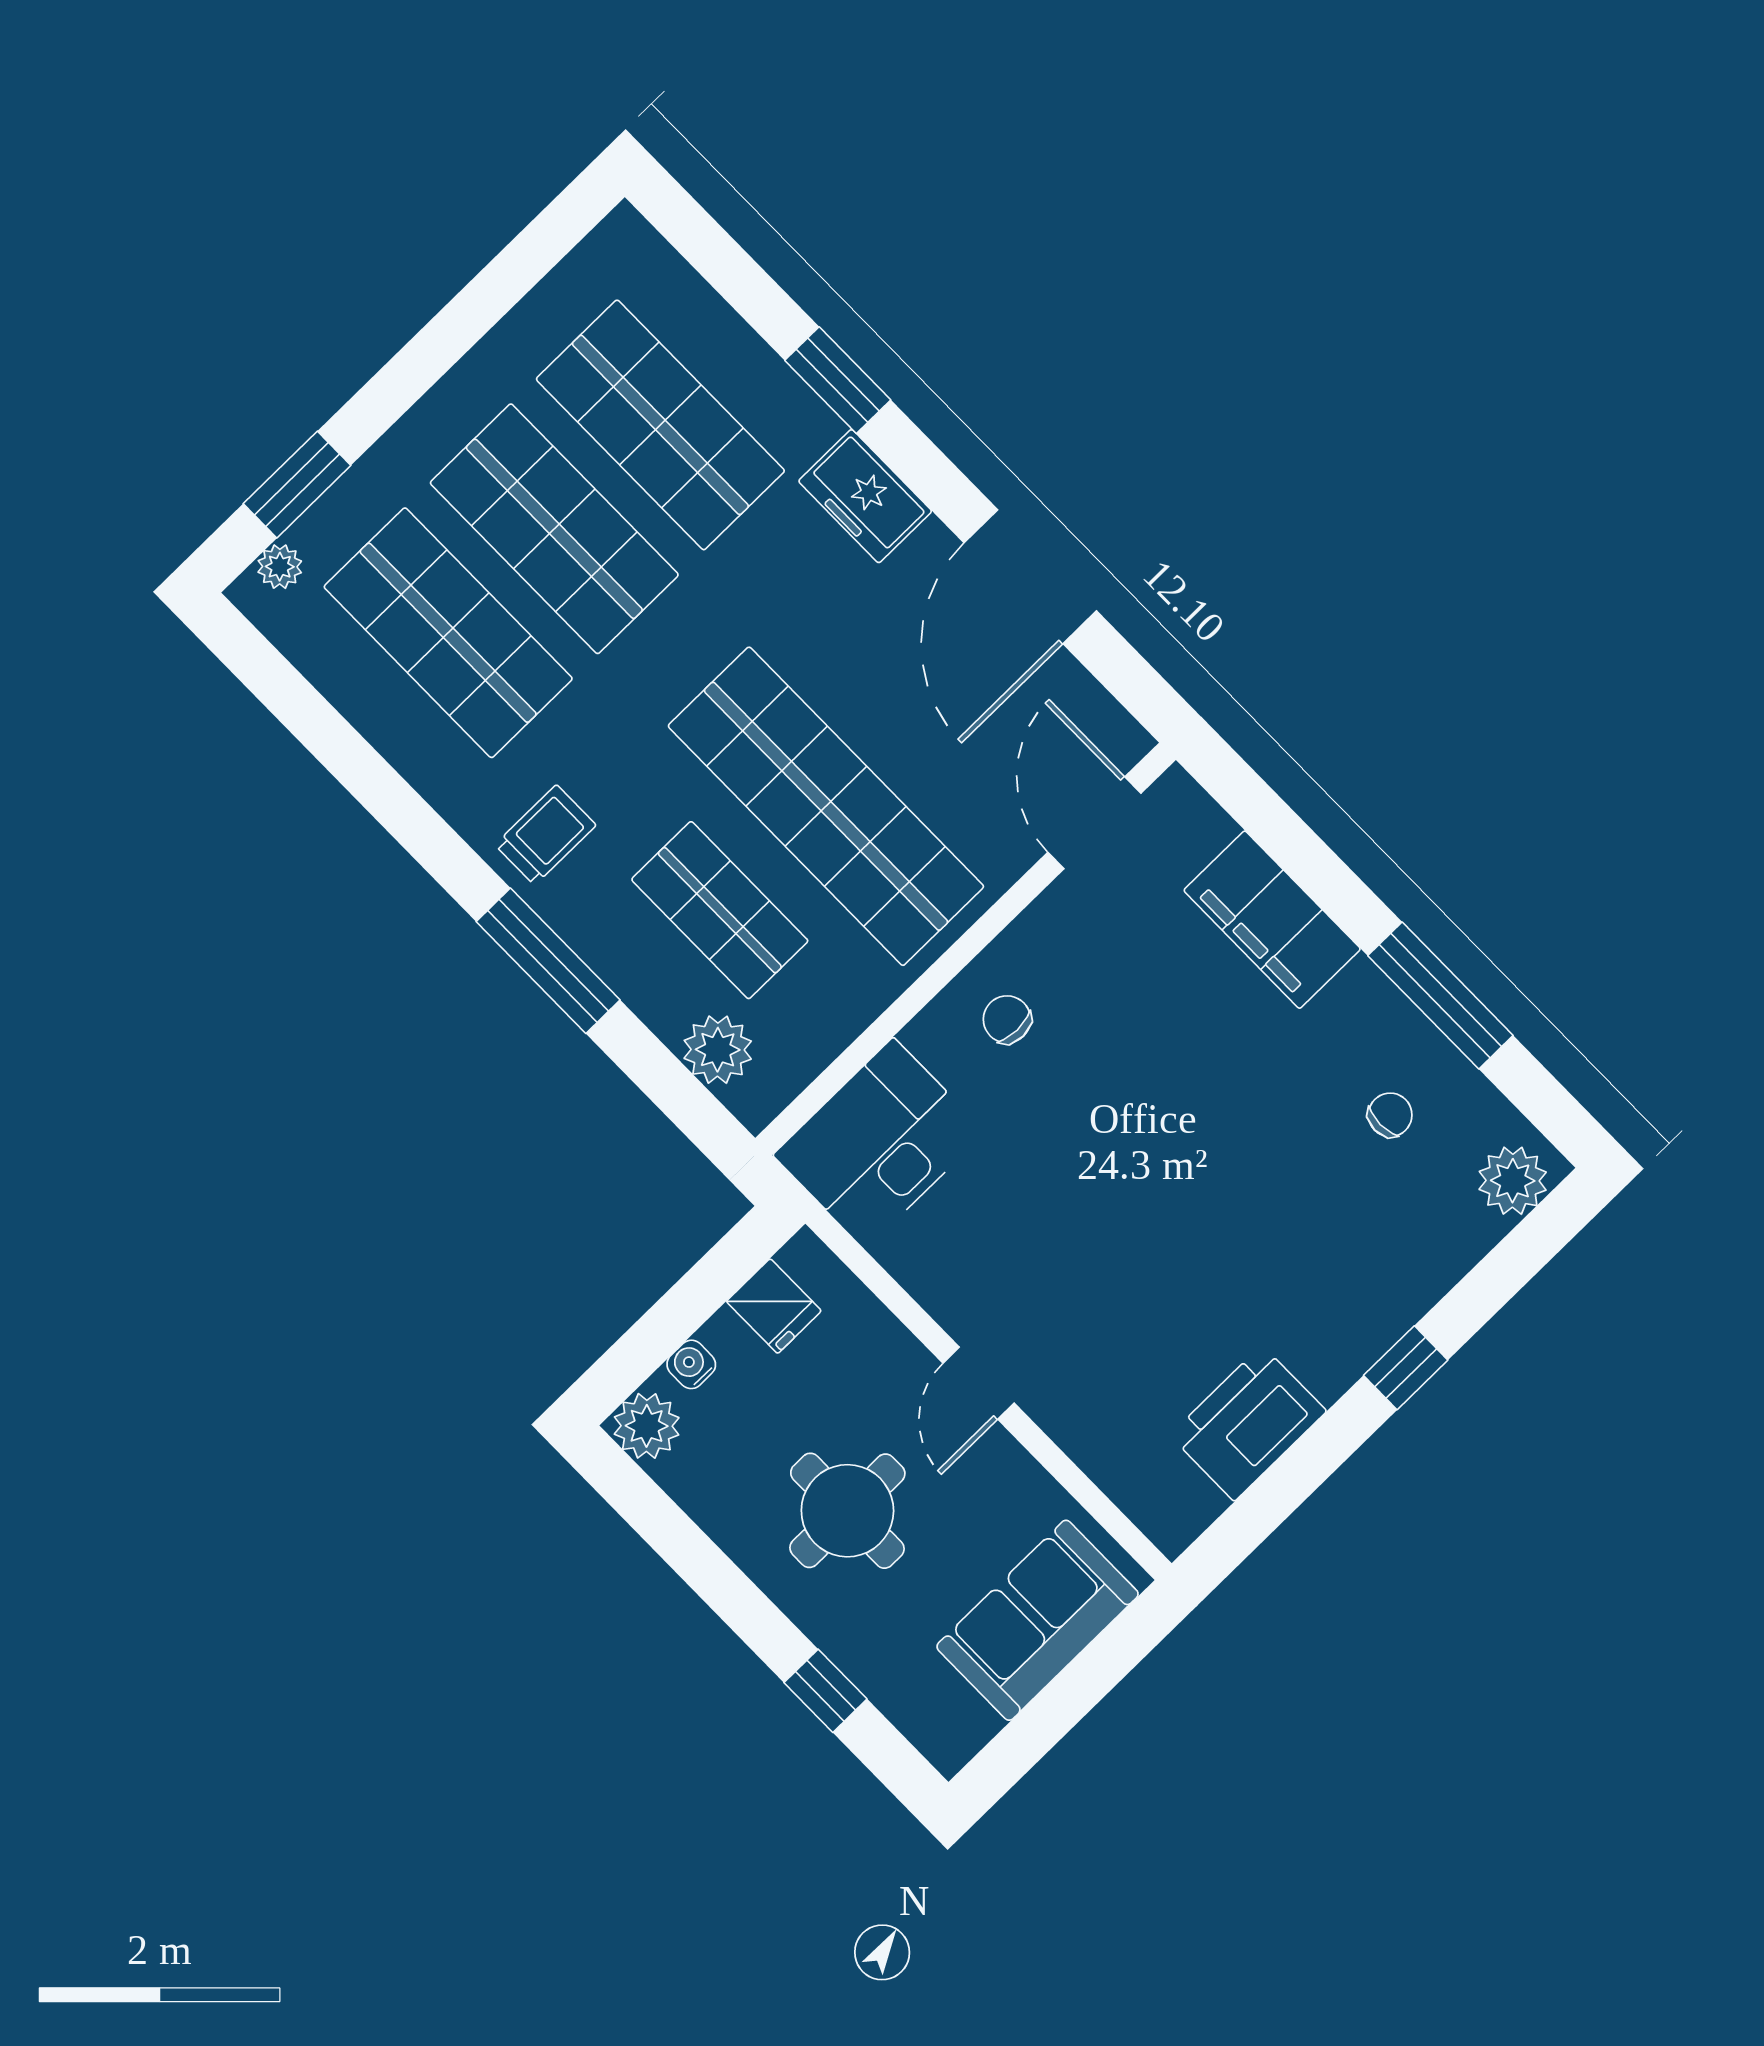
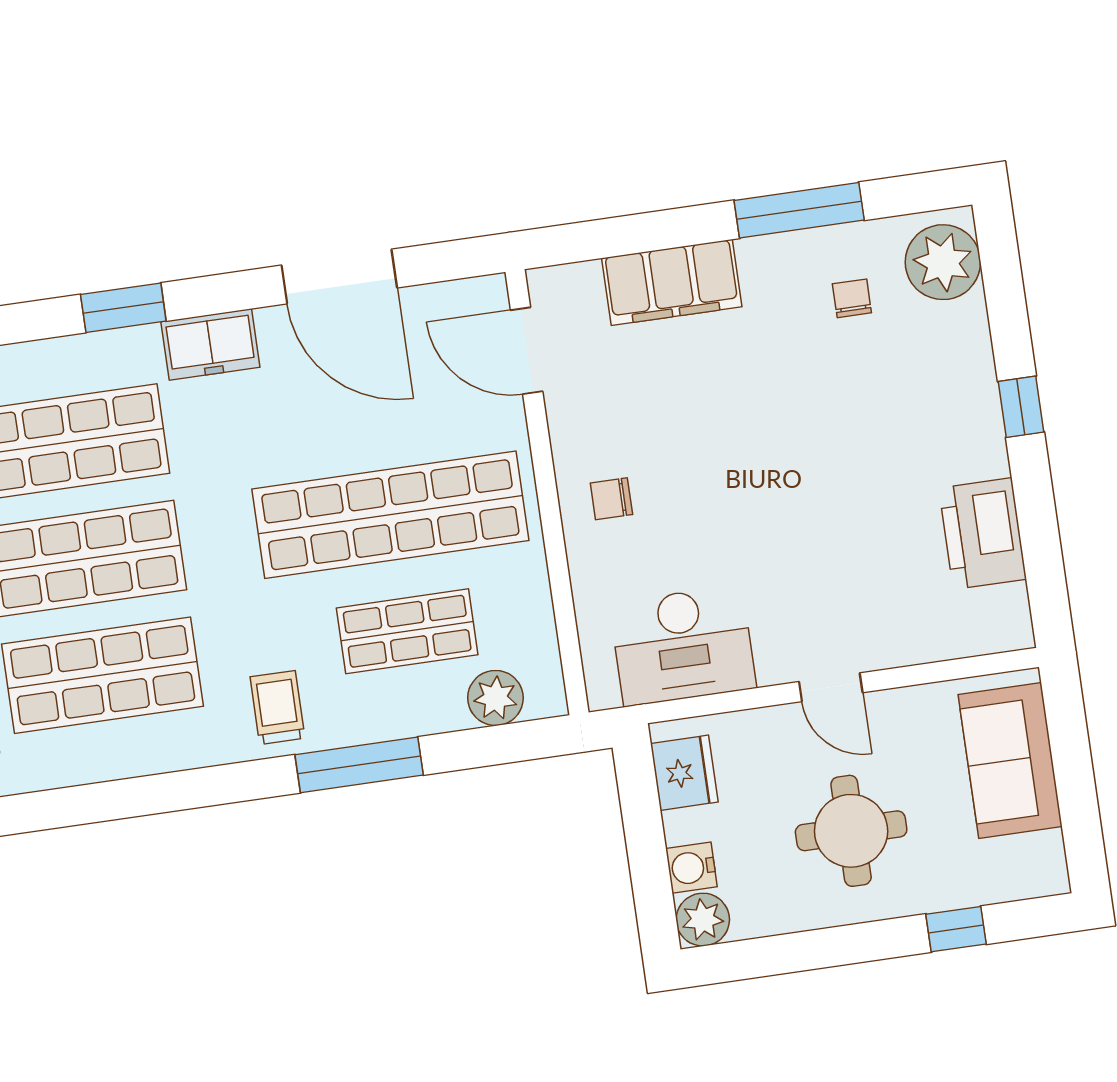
desk: (879, 1143) -> (683, 646), moved, turned -90
plant: (1513, 1181) -> (943, 262), width x1.36, depth x1.36
fridge: (774, 1306) -> (684, 773), width x1.38
water cooler: (691, 1364) -> (691, 868), width x1.38, depth x1.38

